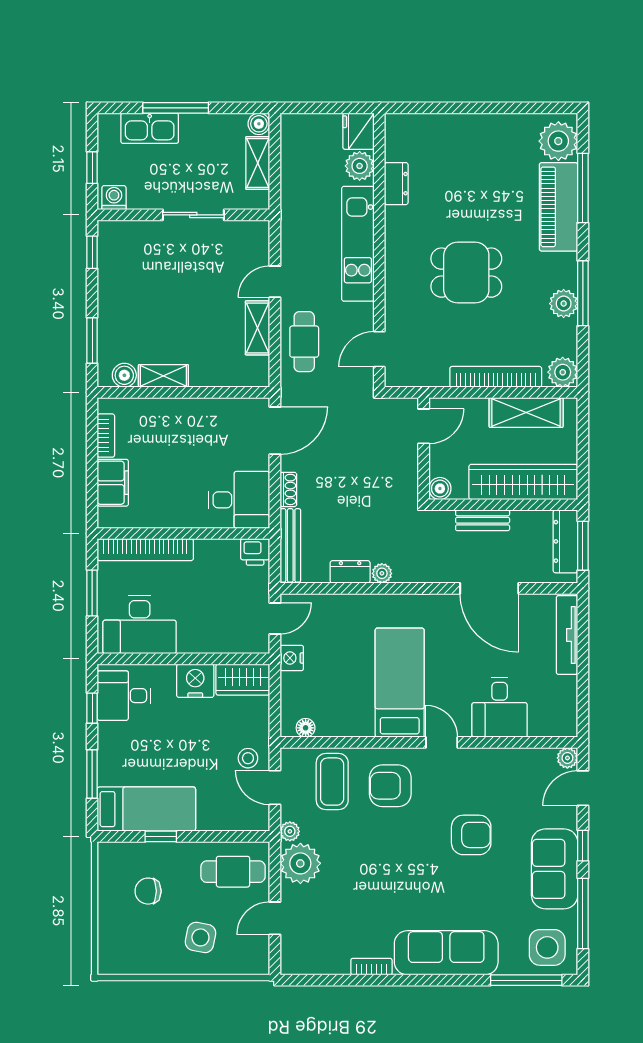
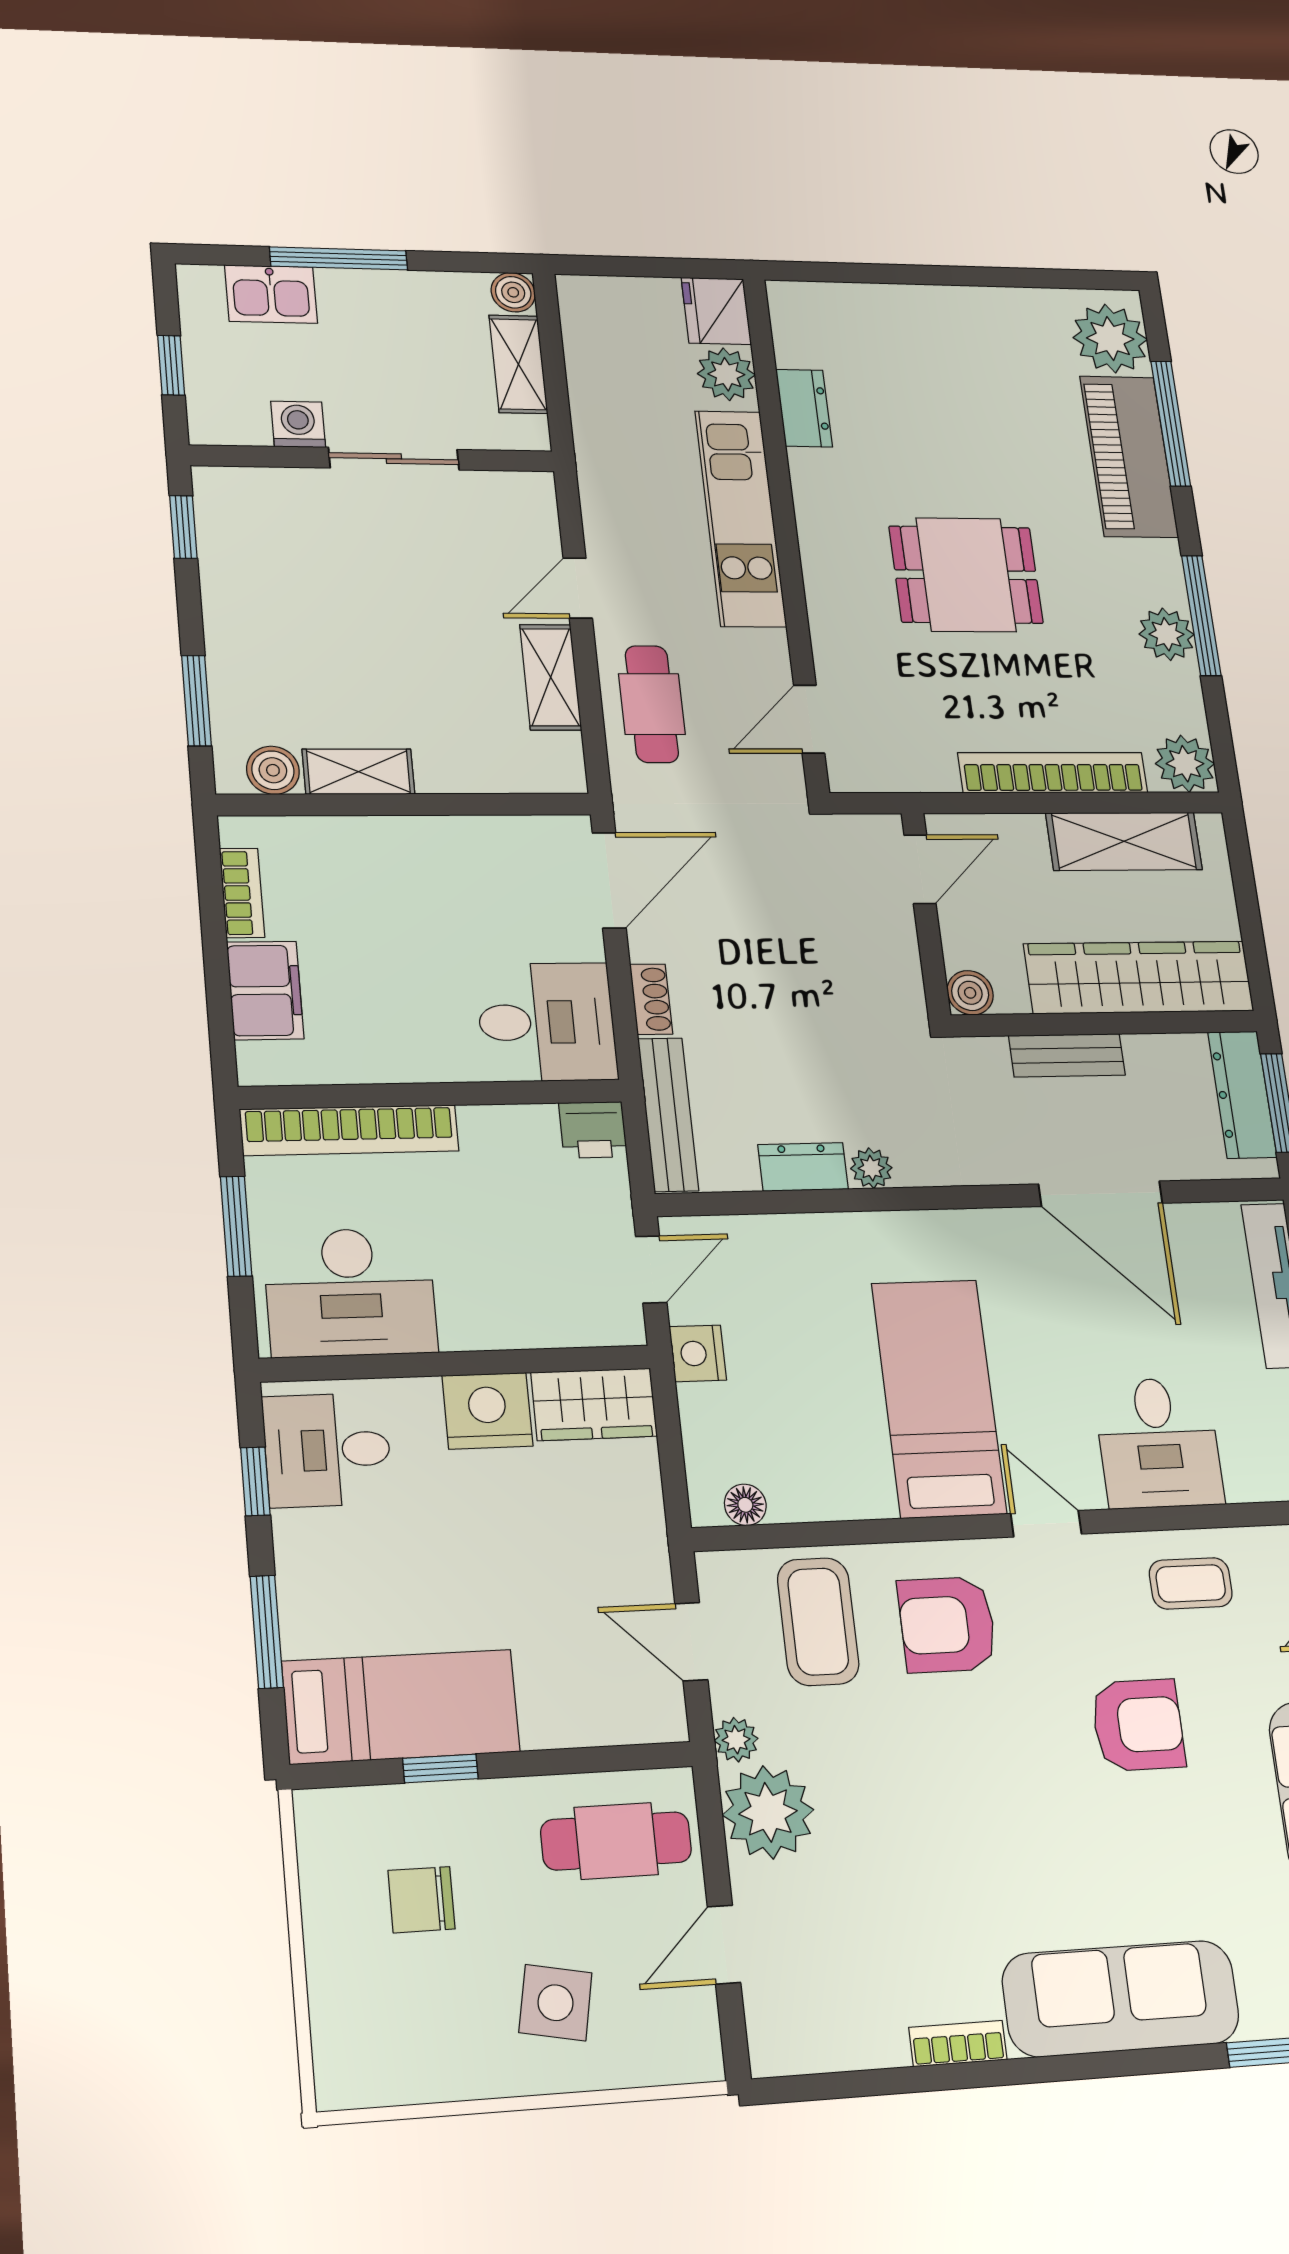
kitchen sink: (150, 128) -> (271, 294), width x0.73
washing machine: (114, 198) -> (298, 424), moved
stool: (248, 758) -> (624, 1578), removed
coffee table: (505, 773) -> (1191, 1583), added

